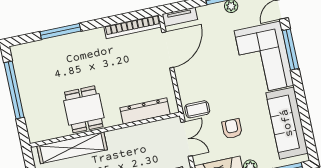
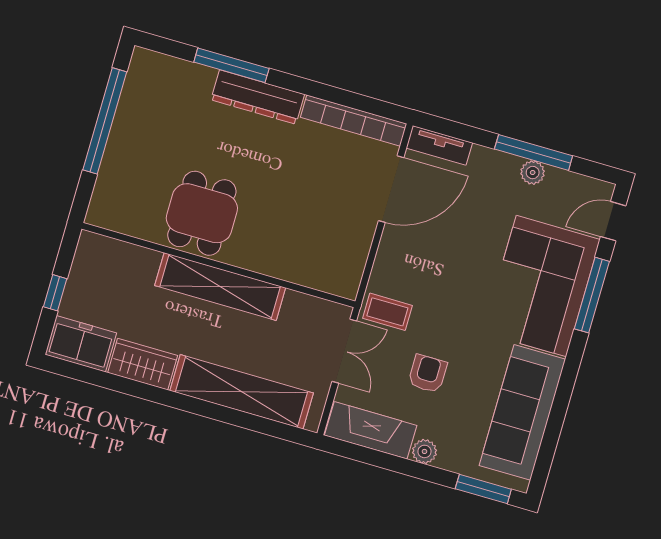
dresser: (145, 111) -> (258, 97), moved, turned 180
shelving: (72, 148) -> (220, 286), moved

